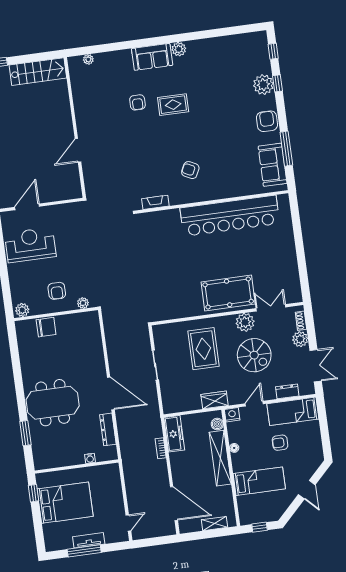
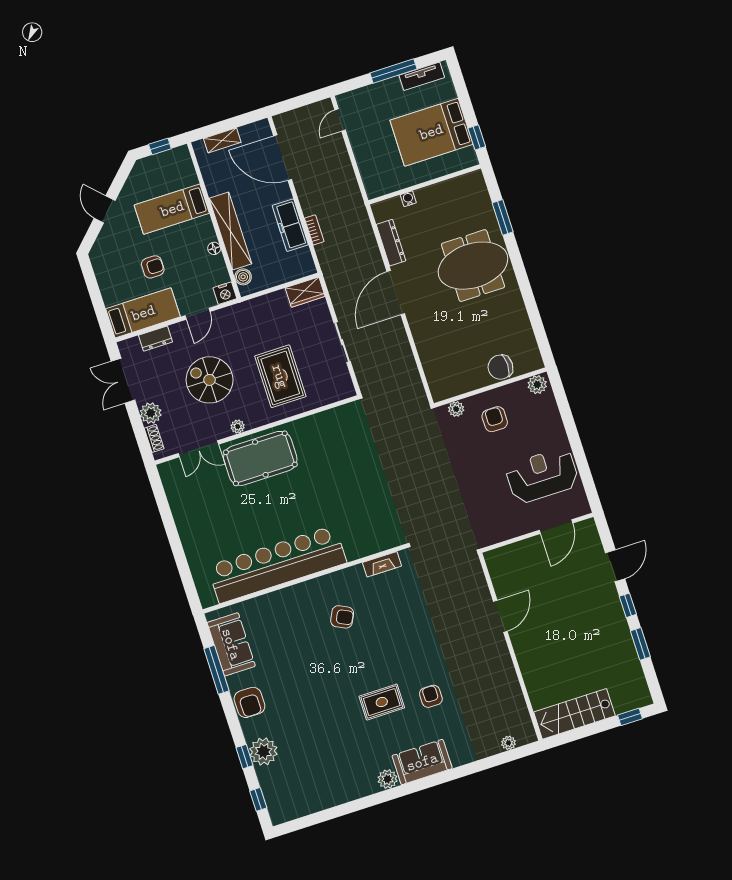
reception desk: (30, 245) -> (542, 476), turned 180
plant: (245, 322) -> (238, 427), width x0.53, depth x0.53
door: (111, 393) -> (396, 293), hinge flipped
wardrobe: (215, 400) -> (305, 292), moved
freezer: (174, 434) -> (290, 225), moved
tv unit: (89, 540) -> (422, 76), moved

